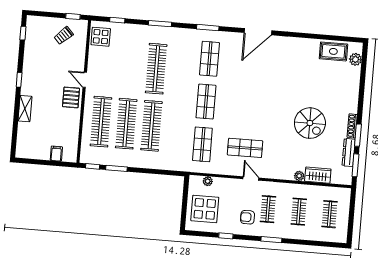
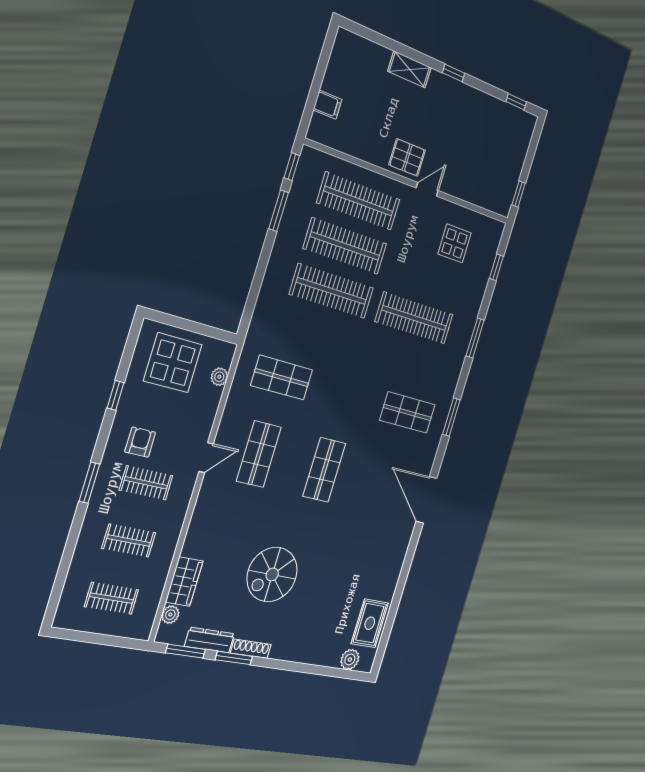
trolley: (64, 36) -> (497, 171), removed
display table: (101, 37) -> (455, 243), moved
shop shelf: (206, 102) -> (324, 470), moved, turned 90
plant: (299, 176) -> (170, 615), moved

